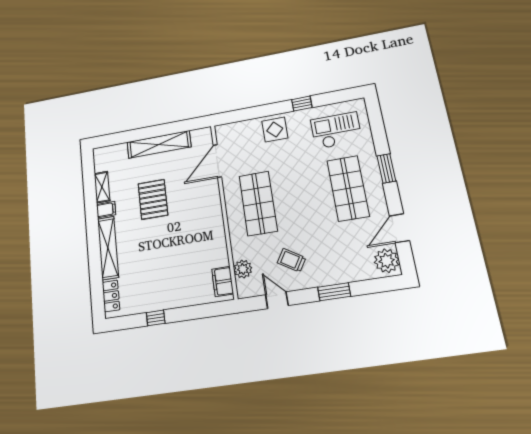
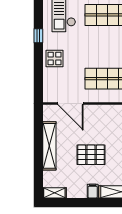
shelving: (102, 187) -> (54, 193), moved

